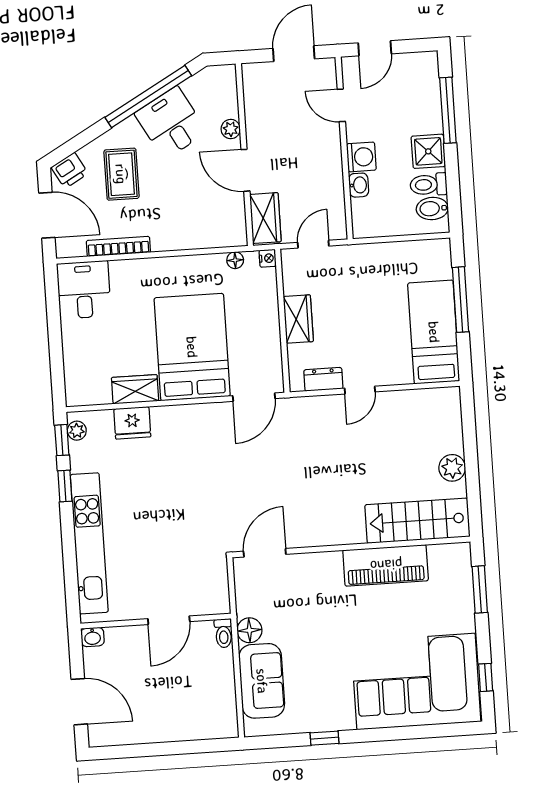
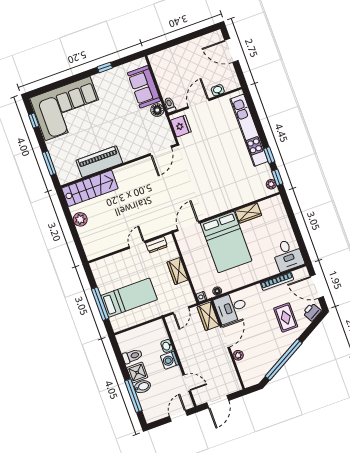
desk: (171, 123) -> (231, 308), moved, turned 119
door: (245, 170) -> (225, 337), hinge flipped
bidet: (432, 208) -> (142, 387), moved
bed: (434, 332) -> (129, 298), moved, turned -90
fridge: (132, 423) -> (181, 126), moved, turned 90
washbasin: (93, 637) -> (218, 90), moved

